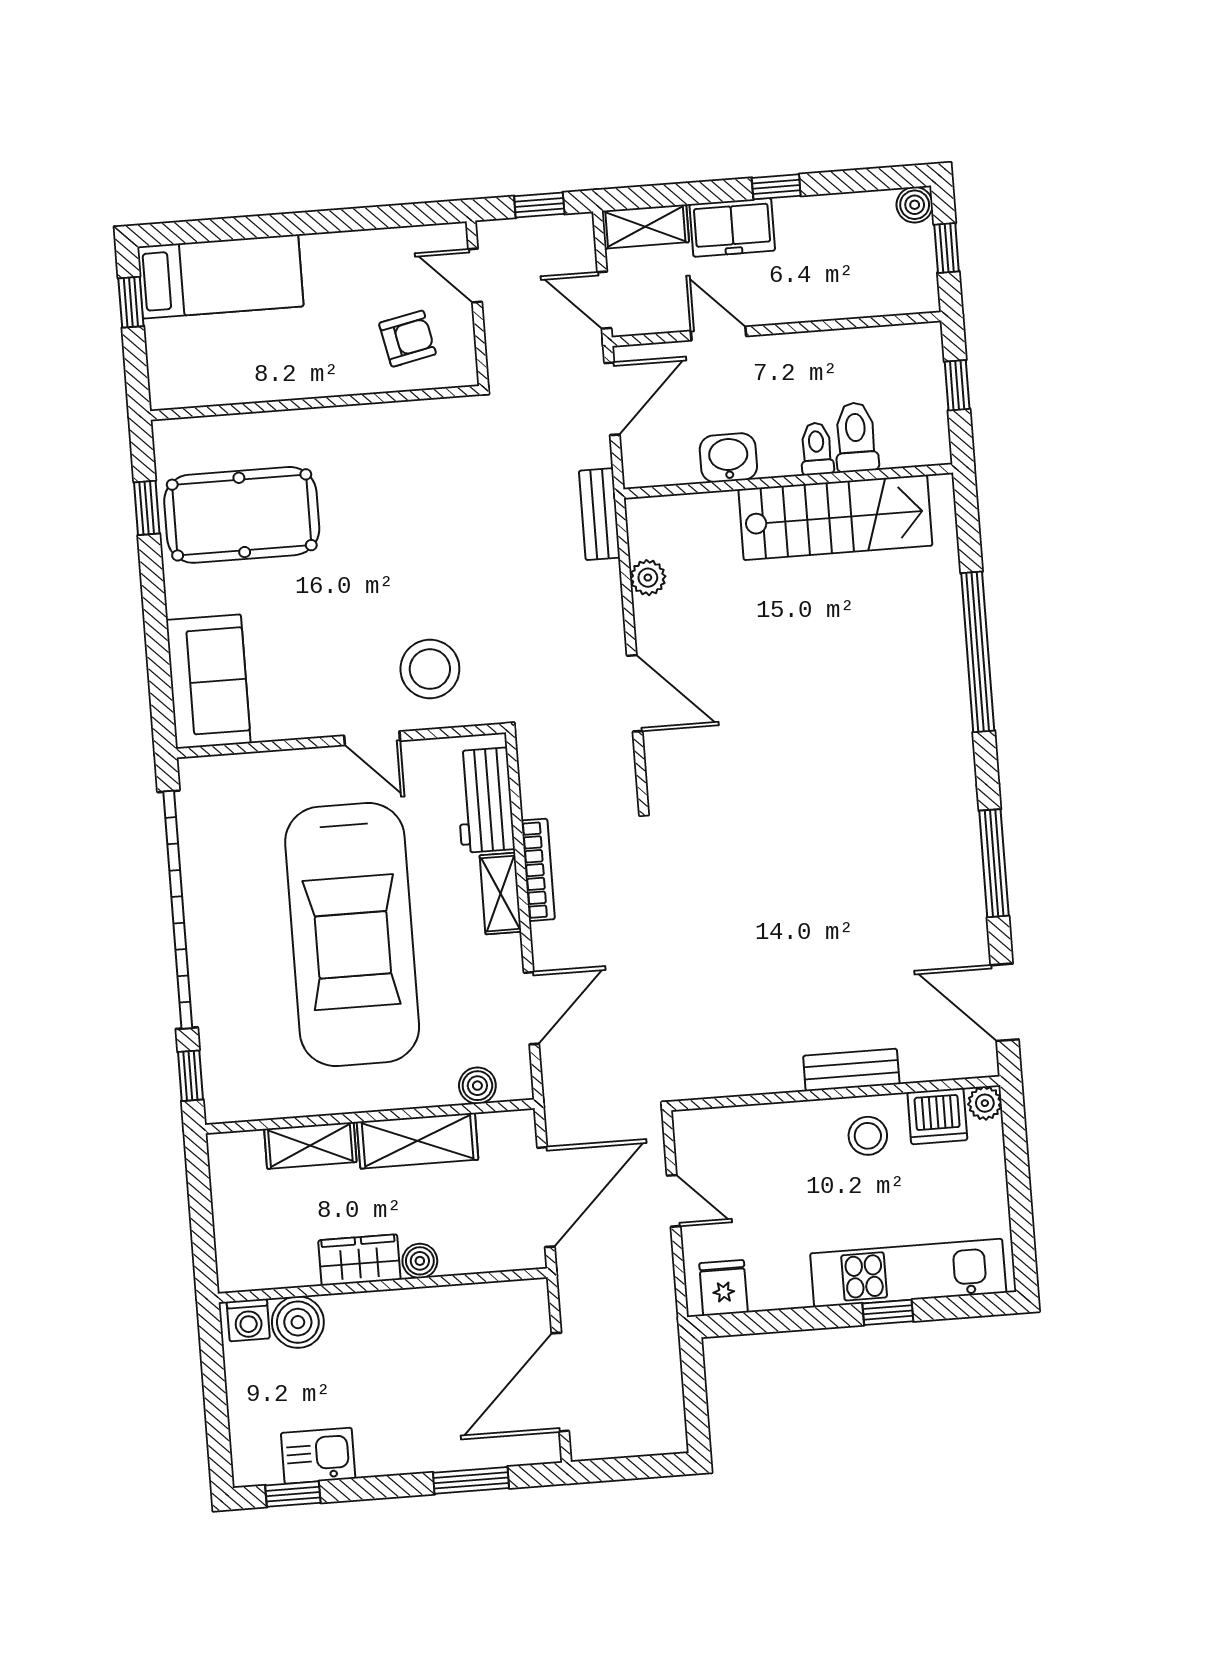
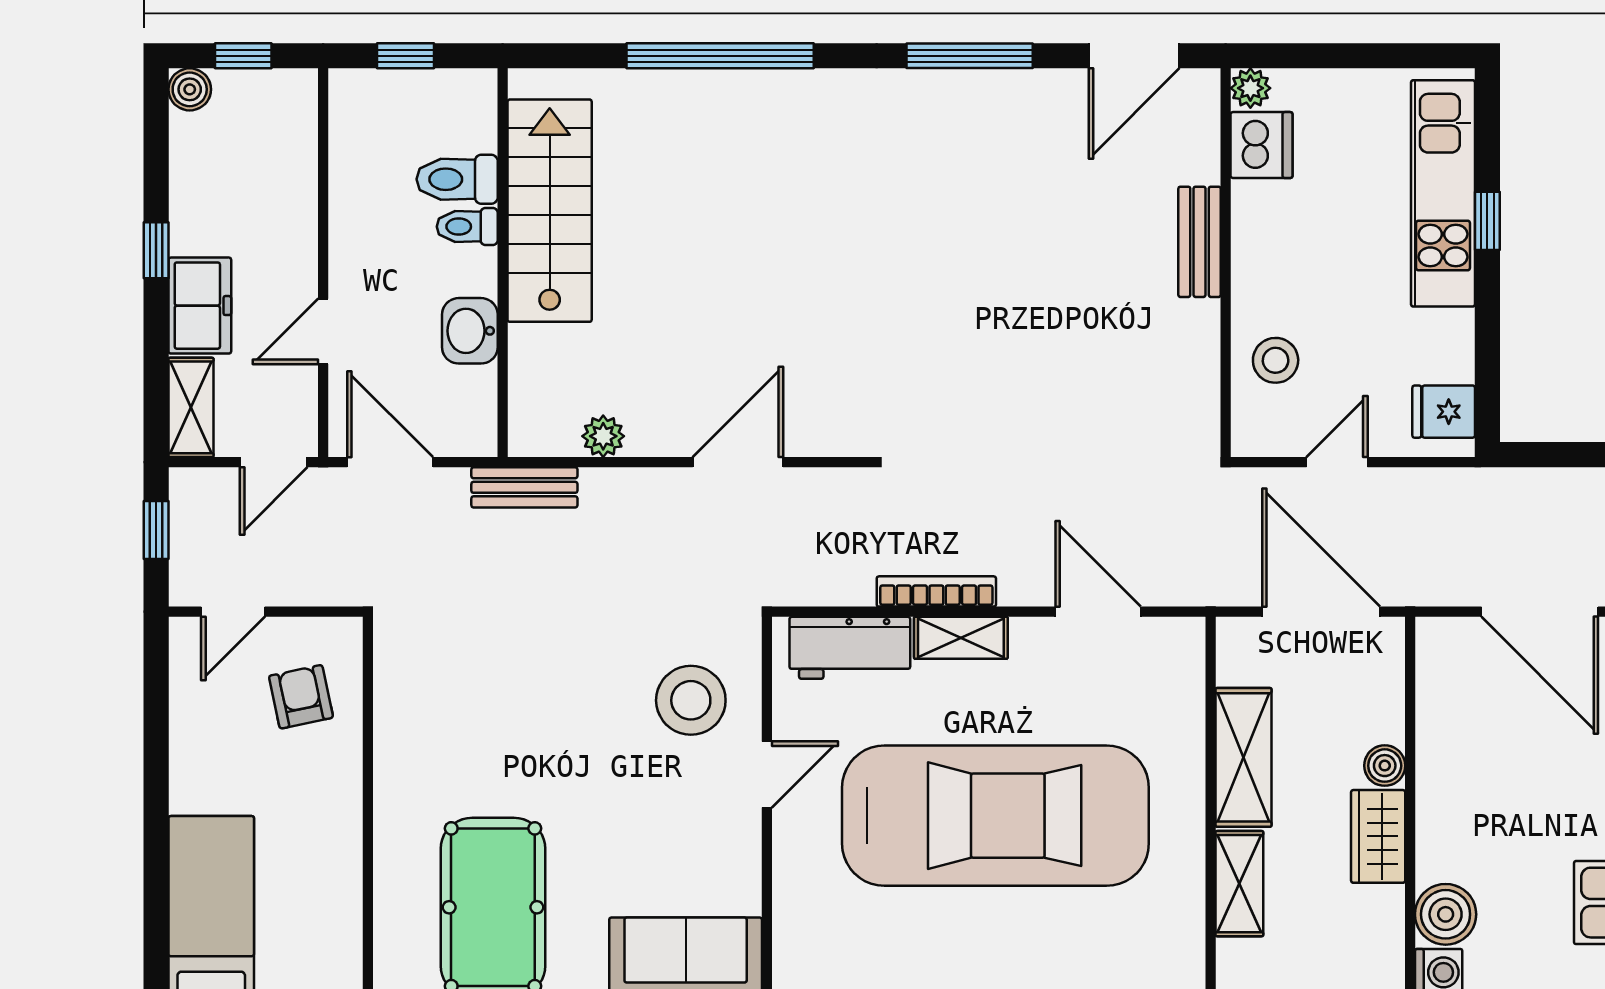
boiler: (477, 1086) -> (1184, 682), removed
stool: (868, 1136) -> (1276, 360), moved

